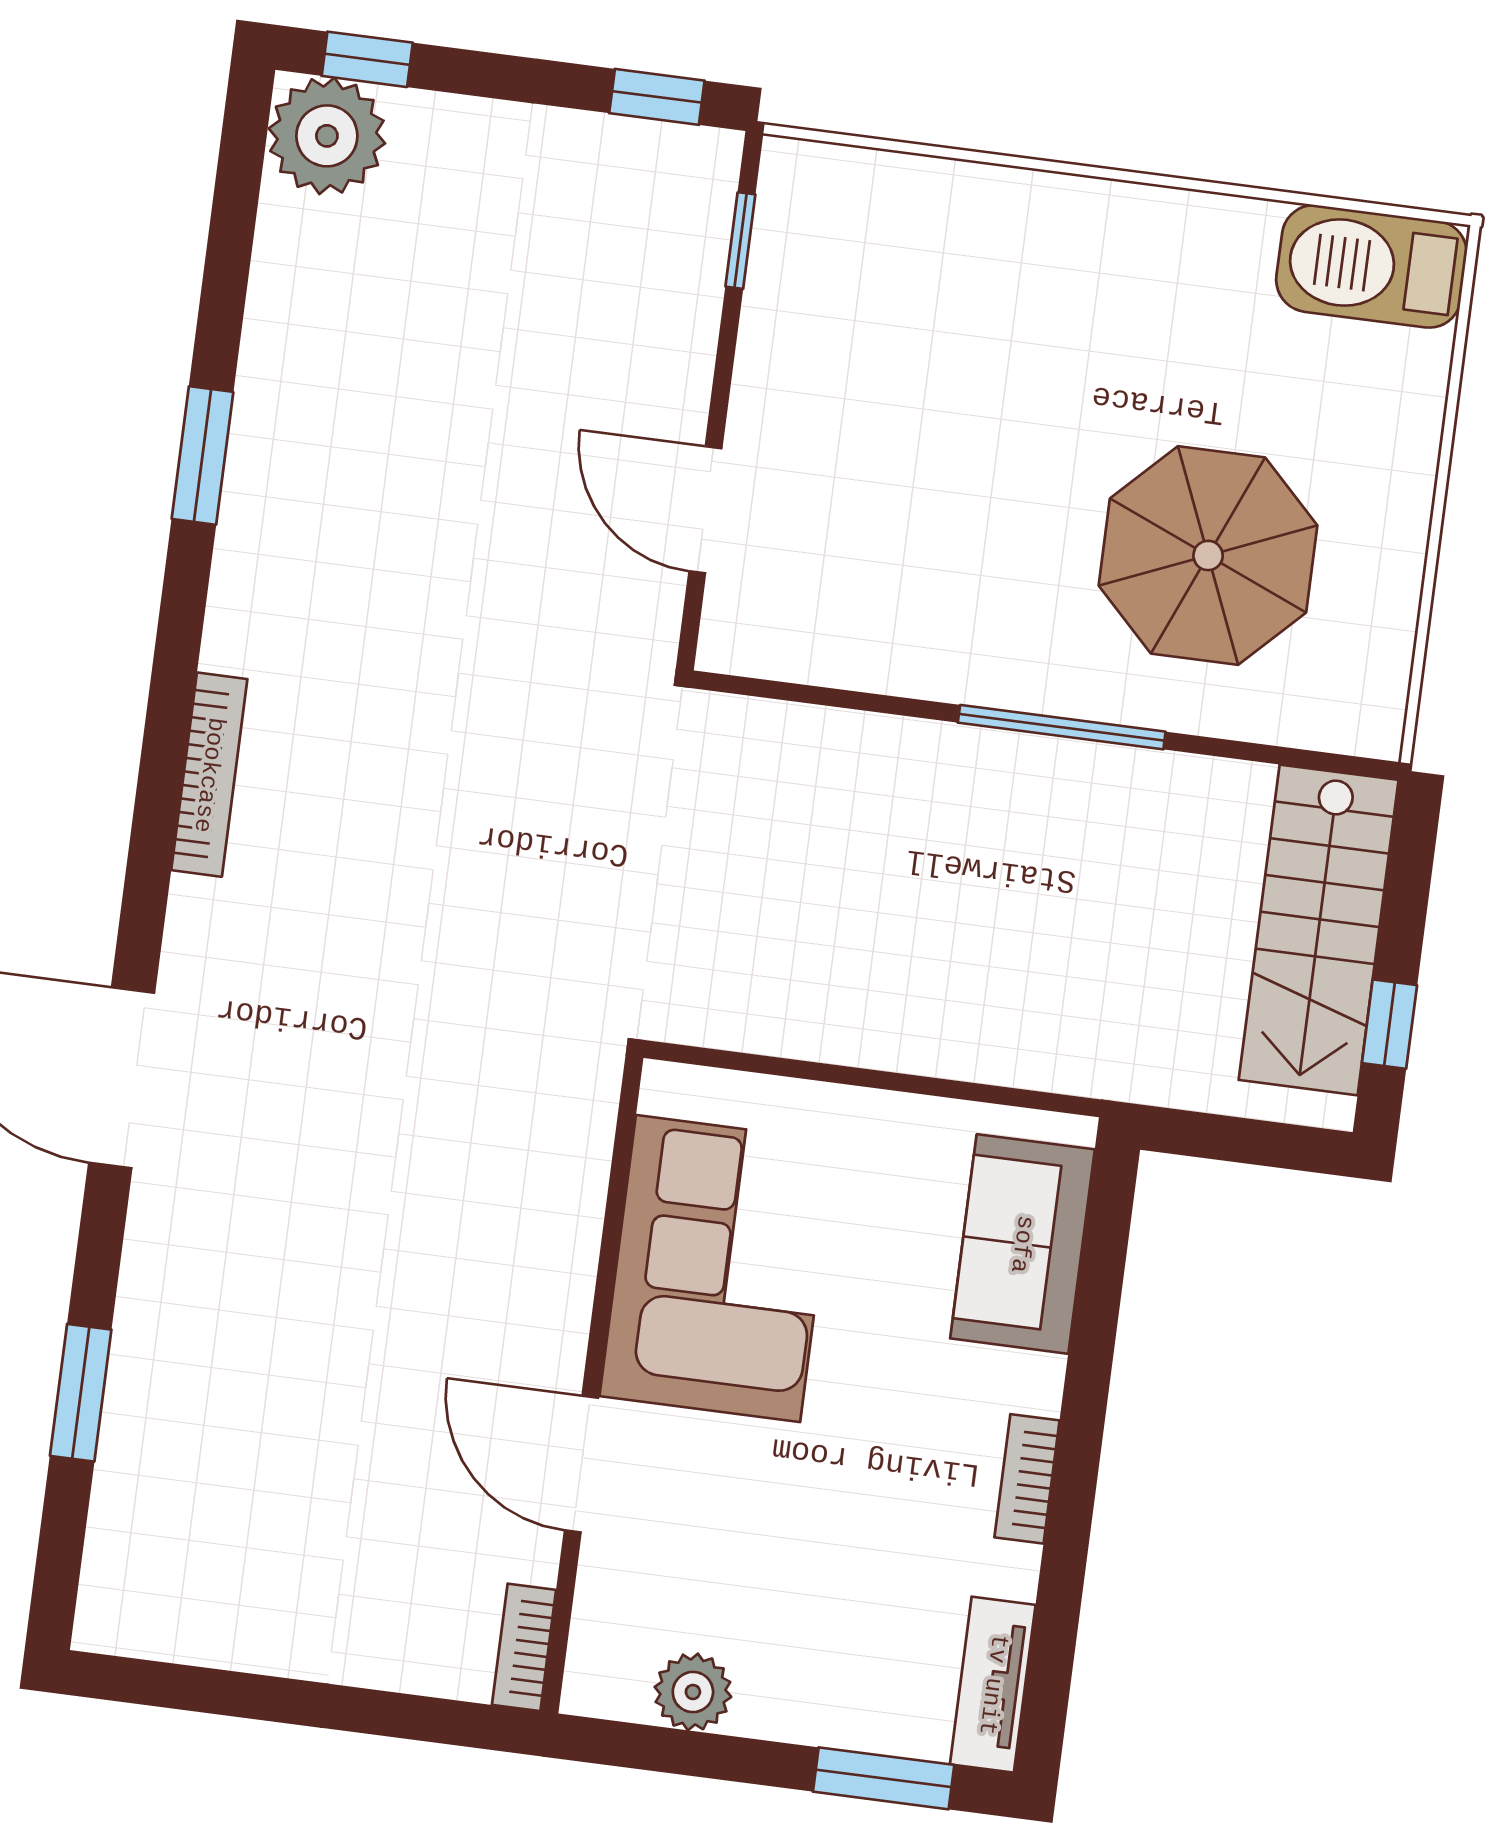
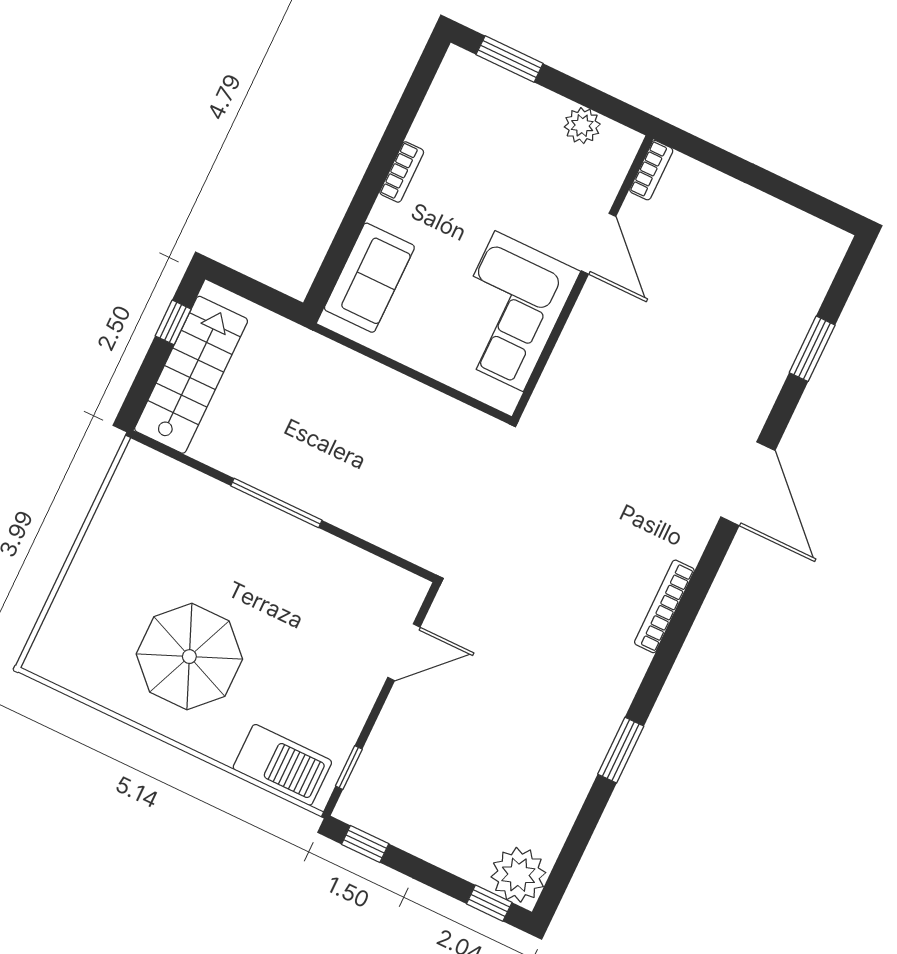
barbecue: (1371, 266) -> (282, 765), moved
door: (705, 510) -> (404, 652), hinge flipped
parasol: (1208, 555) -> (189, 657), moved
tv unit: (993, 1685) -> (447, 85), removed

